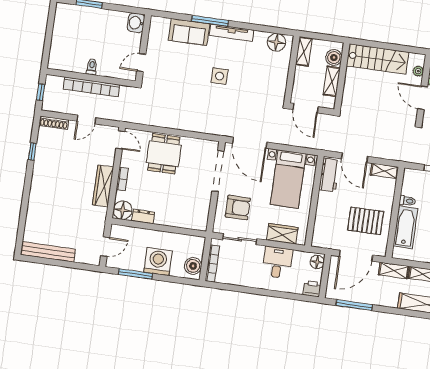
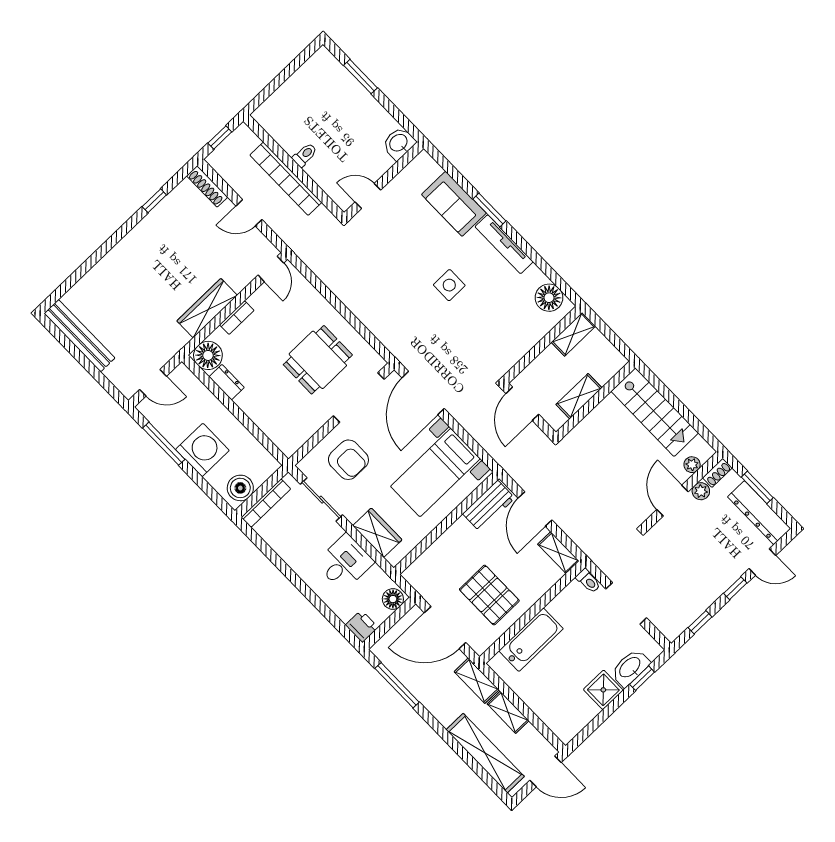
window: (210, 21) -> (489, 210), width x0.69
boiler: (334, 58) -> (604, 370), removed
dining table: (164, 154) -> (318, 360), moved
toilet: (407, 201) -> (588, 581), moved

